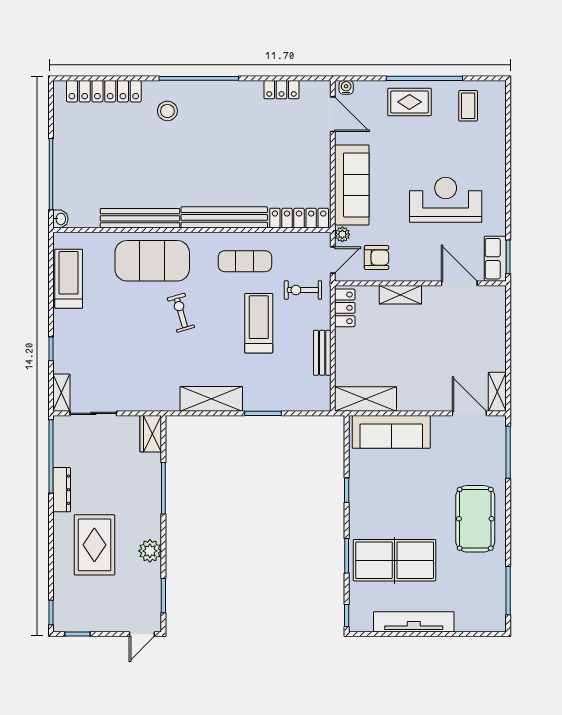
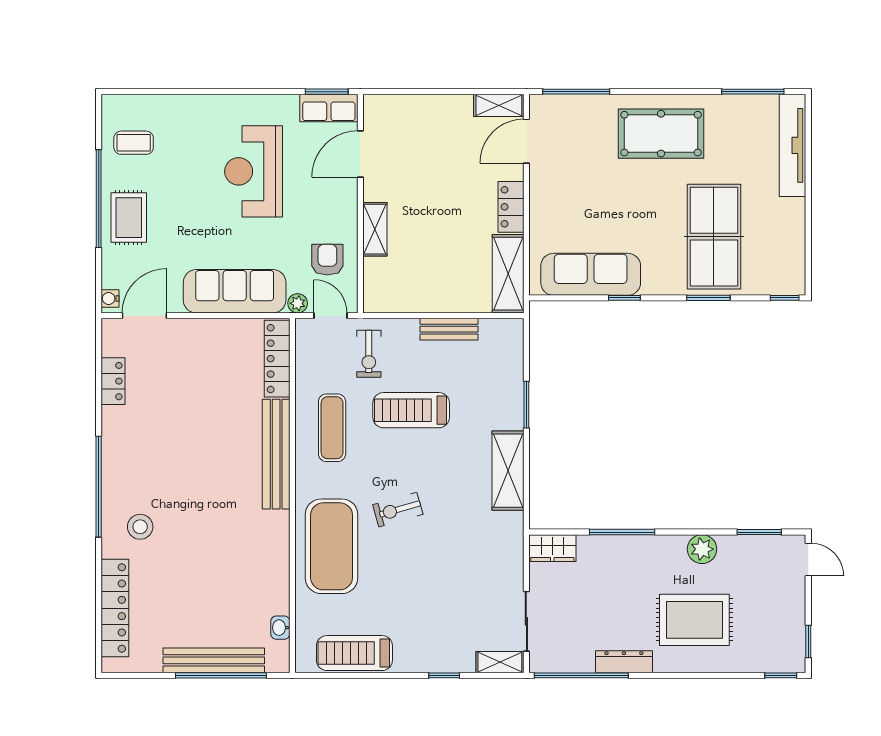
bench: (140, 218) -> (214, 660), moved, turned 90
washbasin: (60, 219) -> (280, 628), moved, turned -90
locker: (345, 308) -> (511, 207), moved, turned -90
sofa: (391, 432) -> (591, 274), moved, turned -90
tv unit: (414, 622) -> (793, 145), moved

